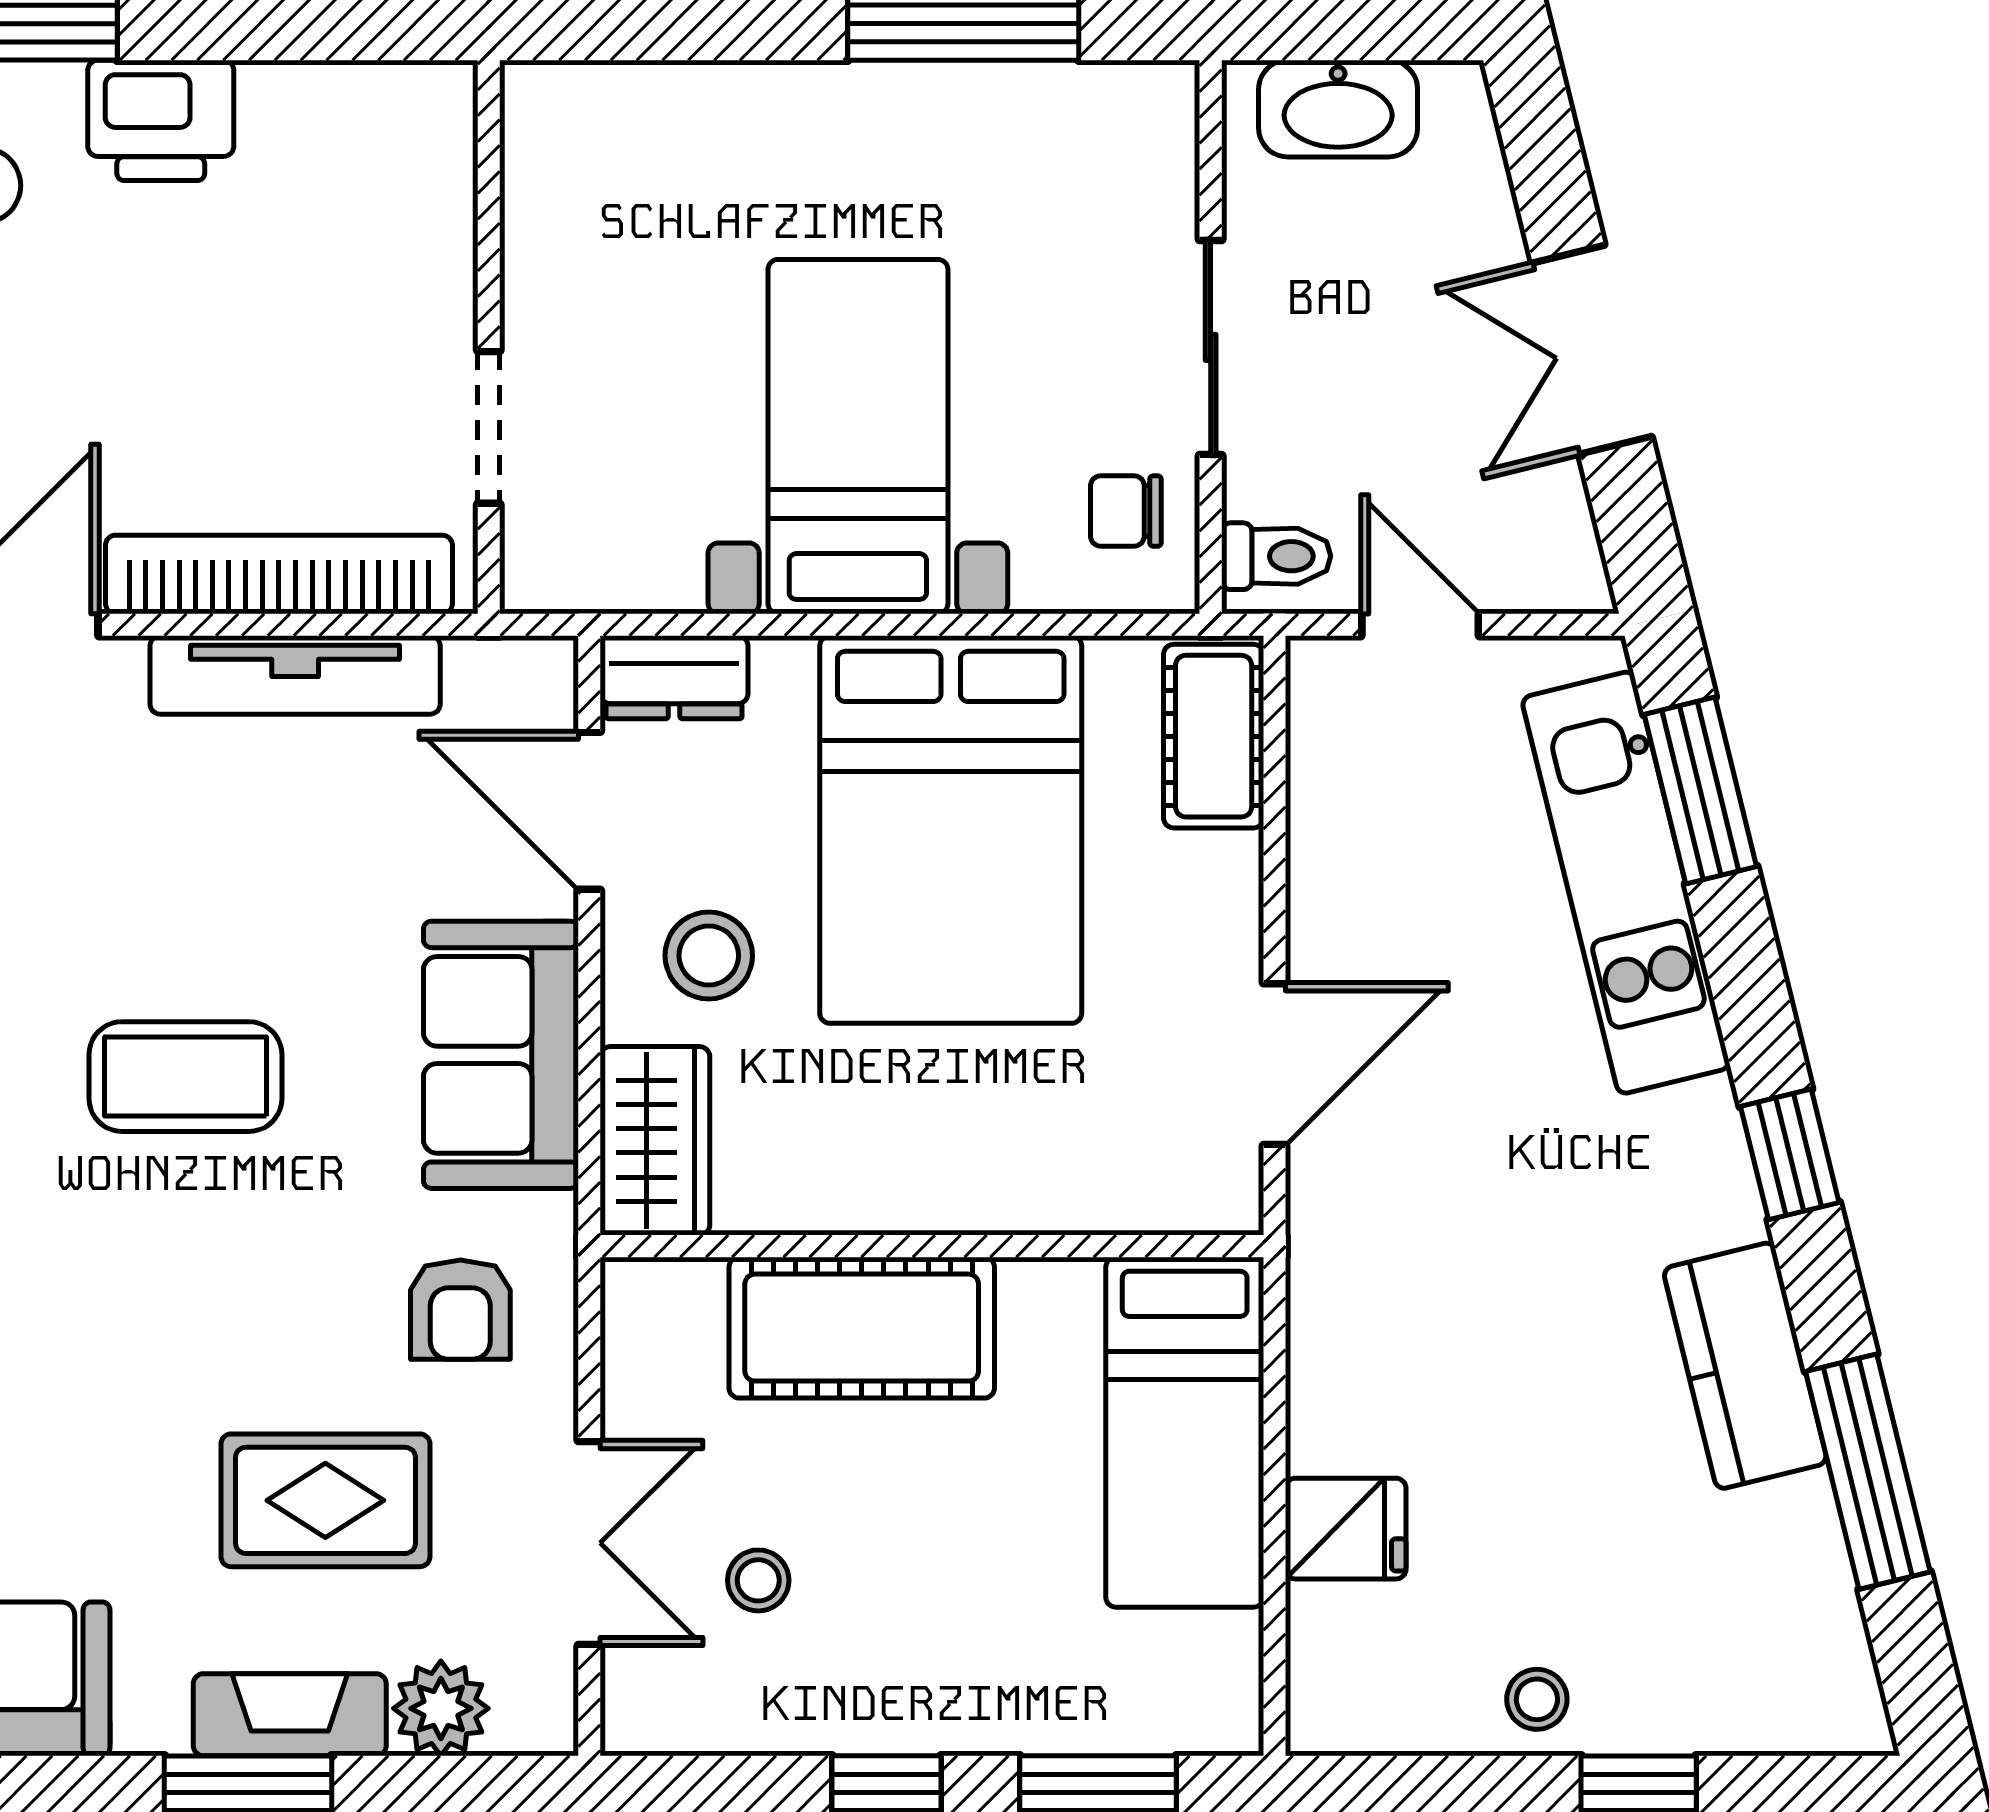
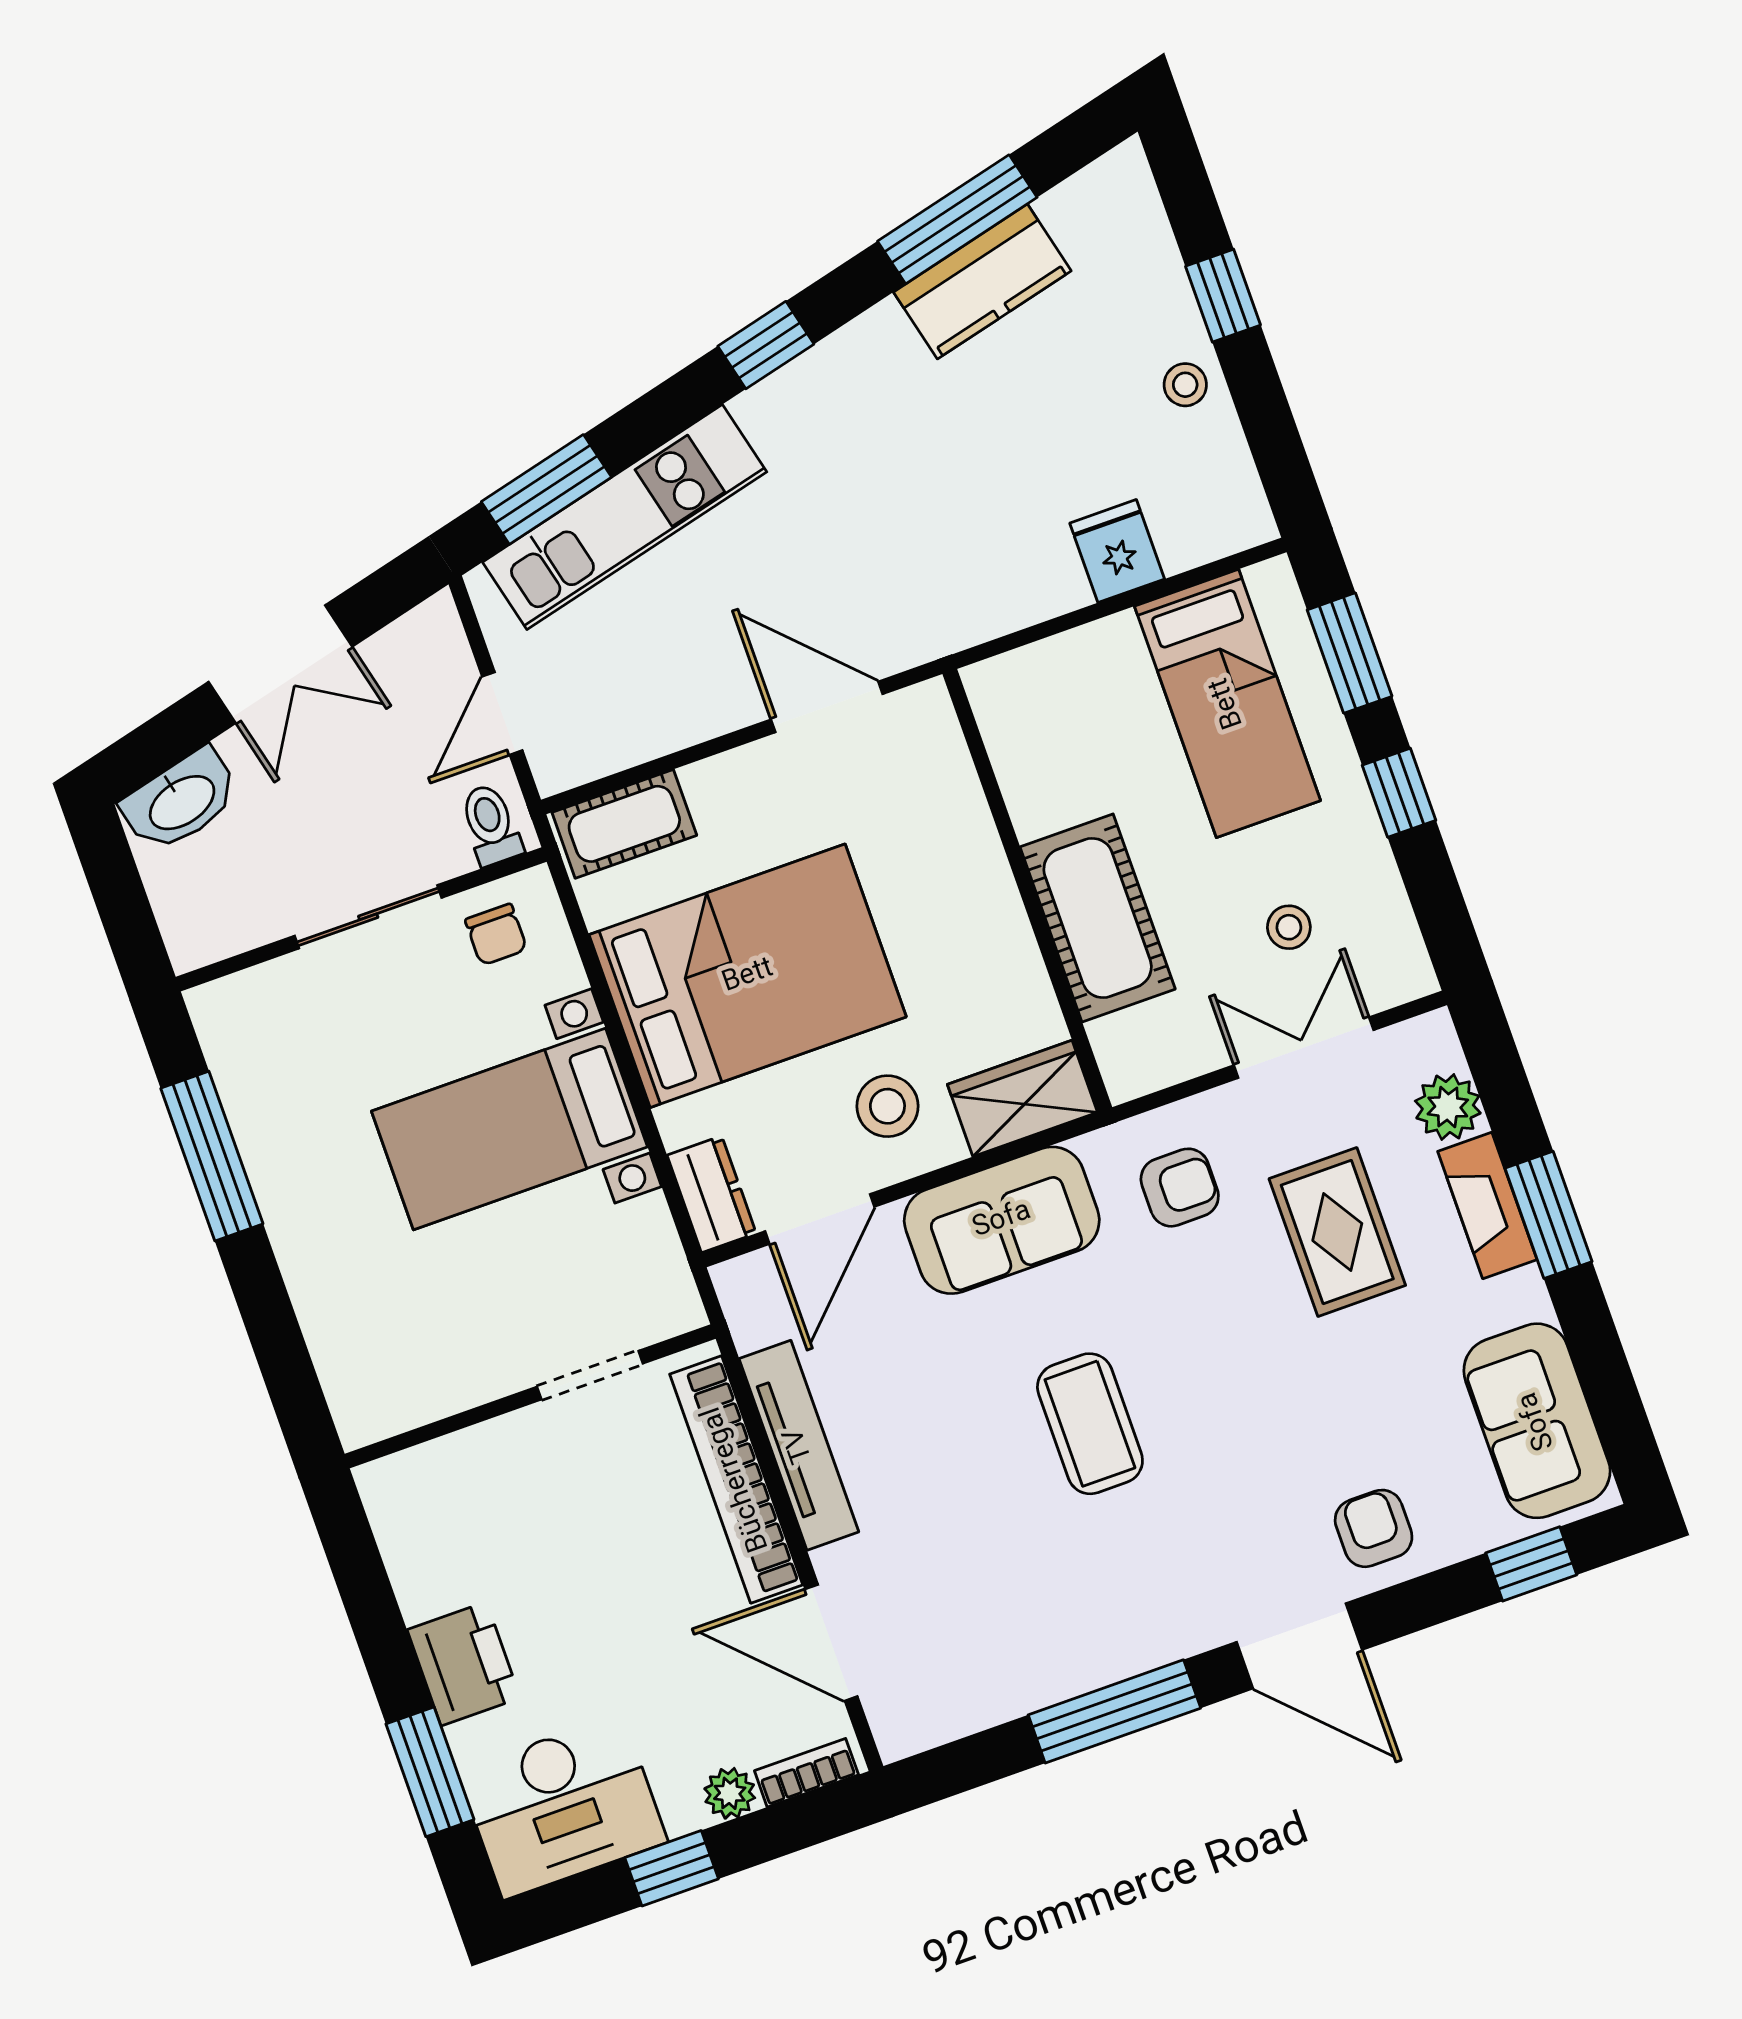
washbasin: (1338, 109) -> (181, 801), moved, turned 76
kitchen counter: (1745, 1366) -> (982, 281), moved
bed: (1185, 1432) -> (1227, 703), moved, turned 90

